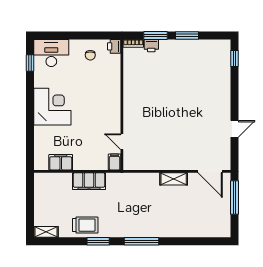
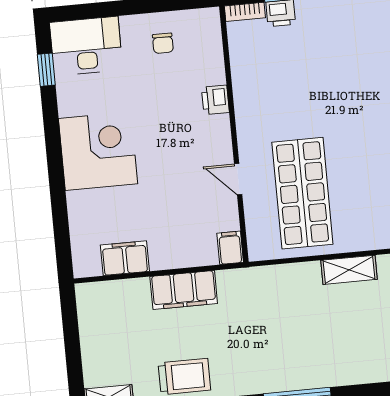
printer: (114, 46) -> (215, 100), moved
shop shelf: (154, 138) -> (302, 193), added
door: (122, 142) -> (238, 179), moved

